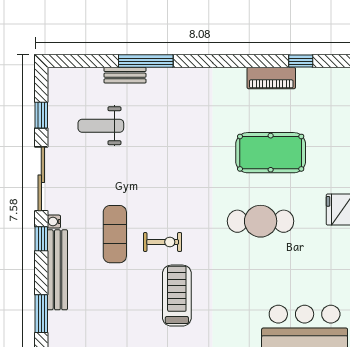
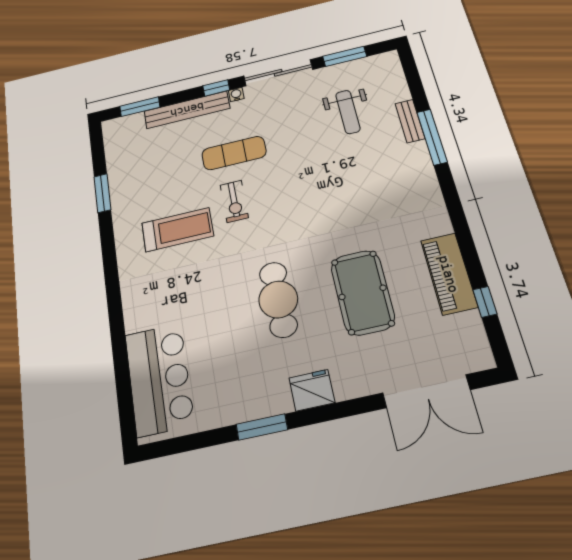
piano: (271, 78) -> (449, 274), width x1.37, depth x1.33
window: (41, 115) -> (345, 56), width x1.50
weight bench: (101, 126) -> (348, 112), turned 180

